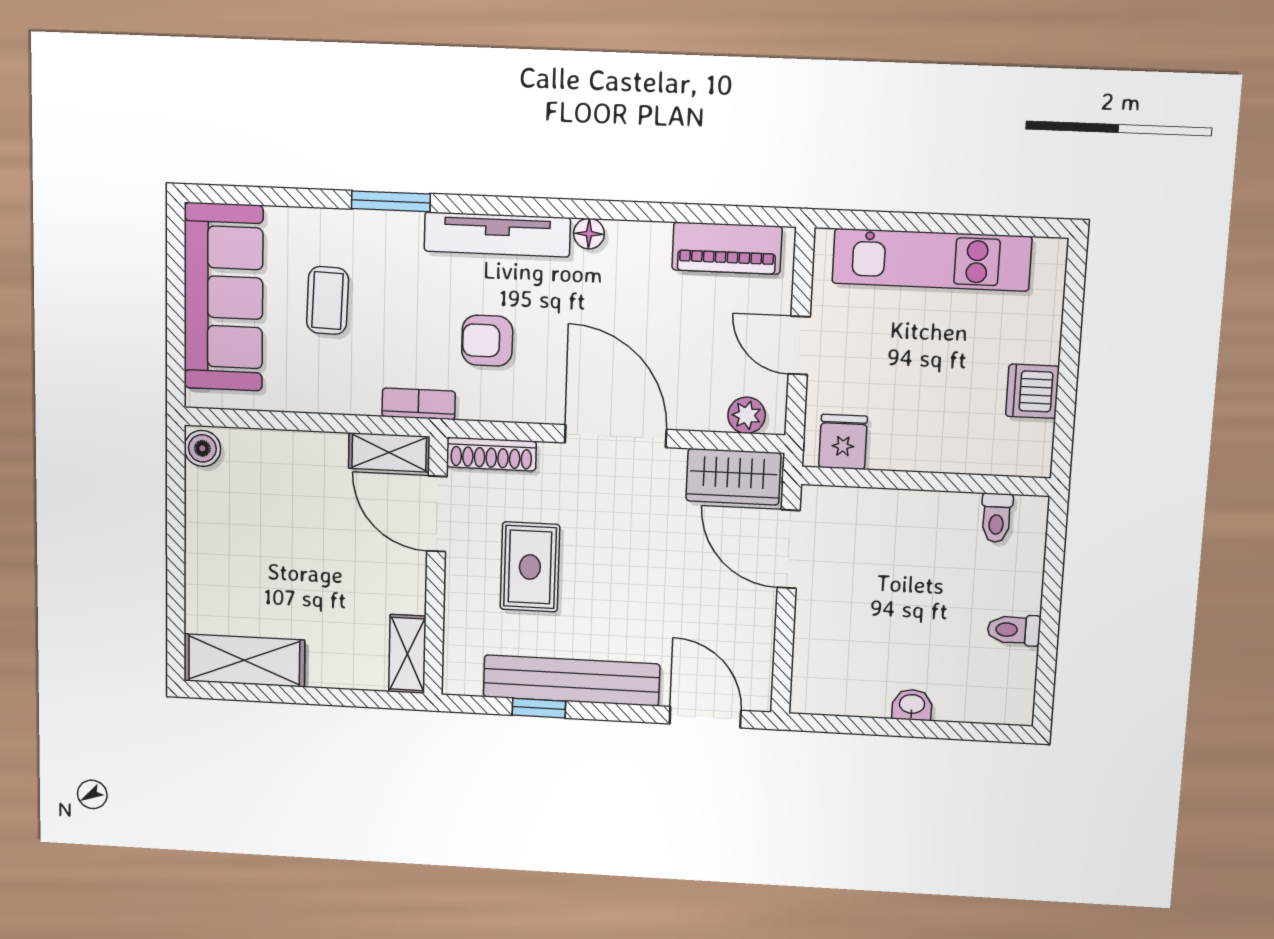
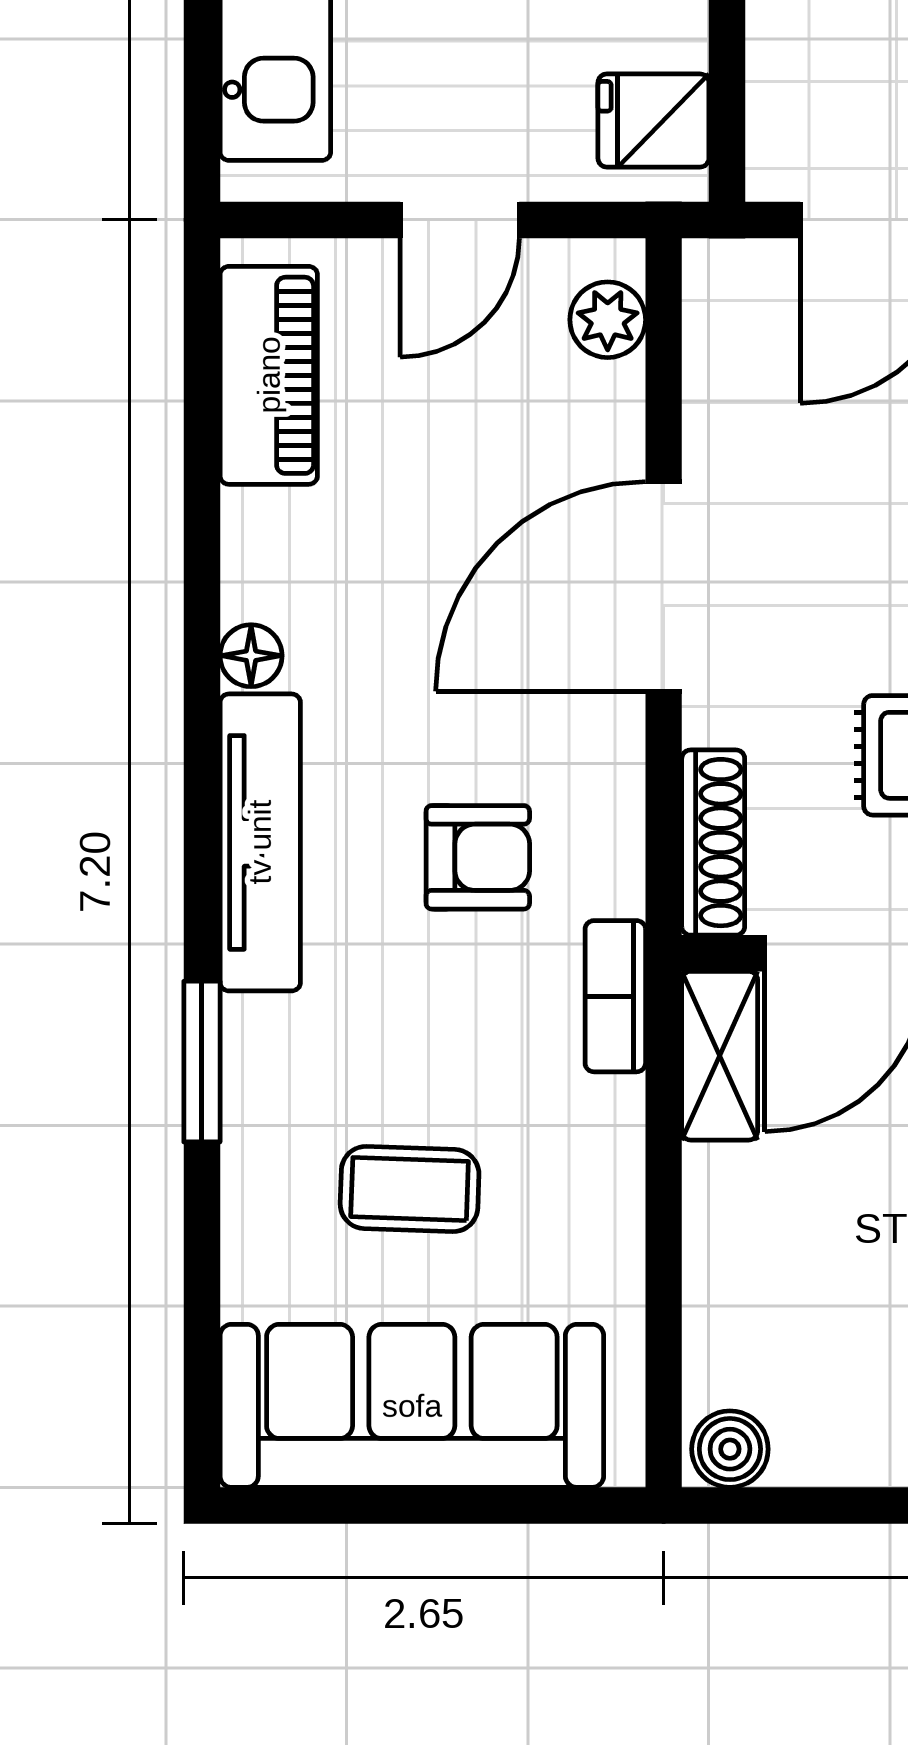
armchair: (487, 341) -> (478, 857), turned -90
wardrobe: (733, 477) -> (737, 341), removed

